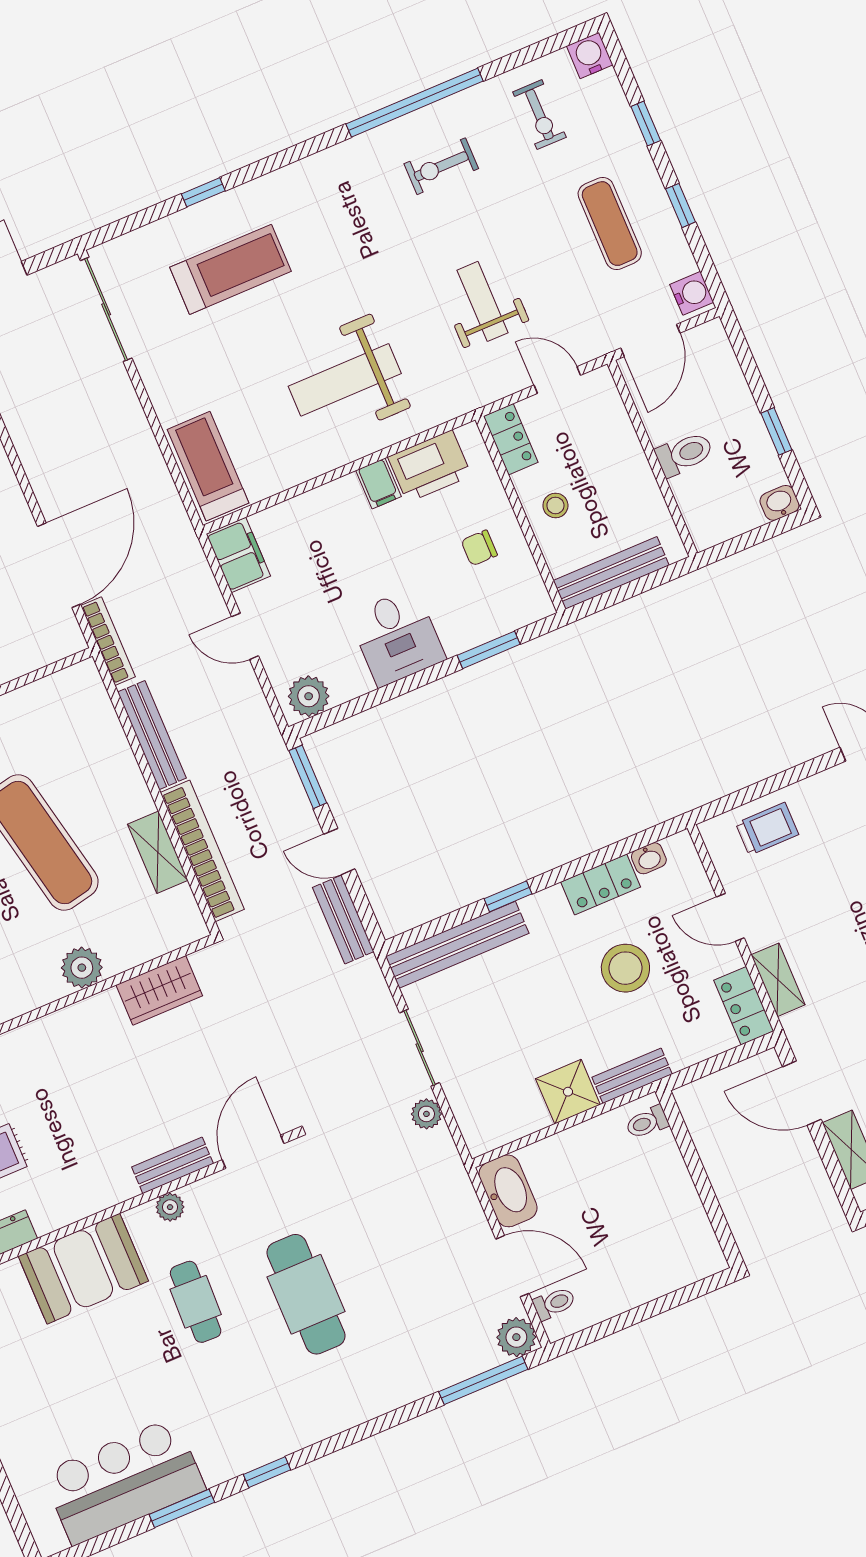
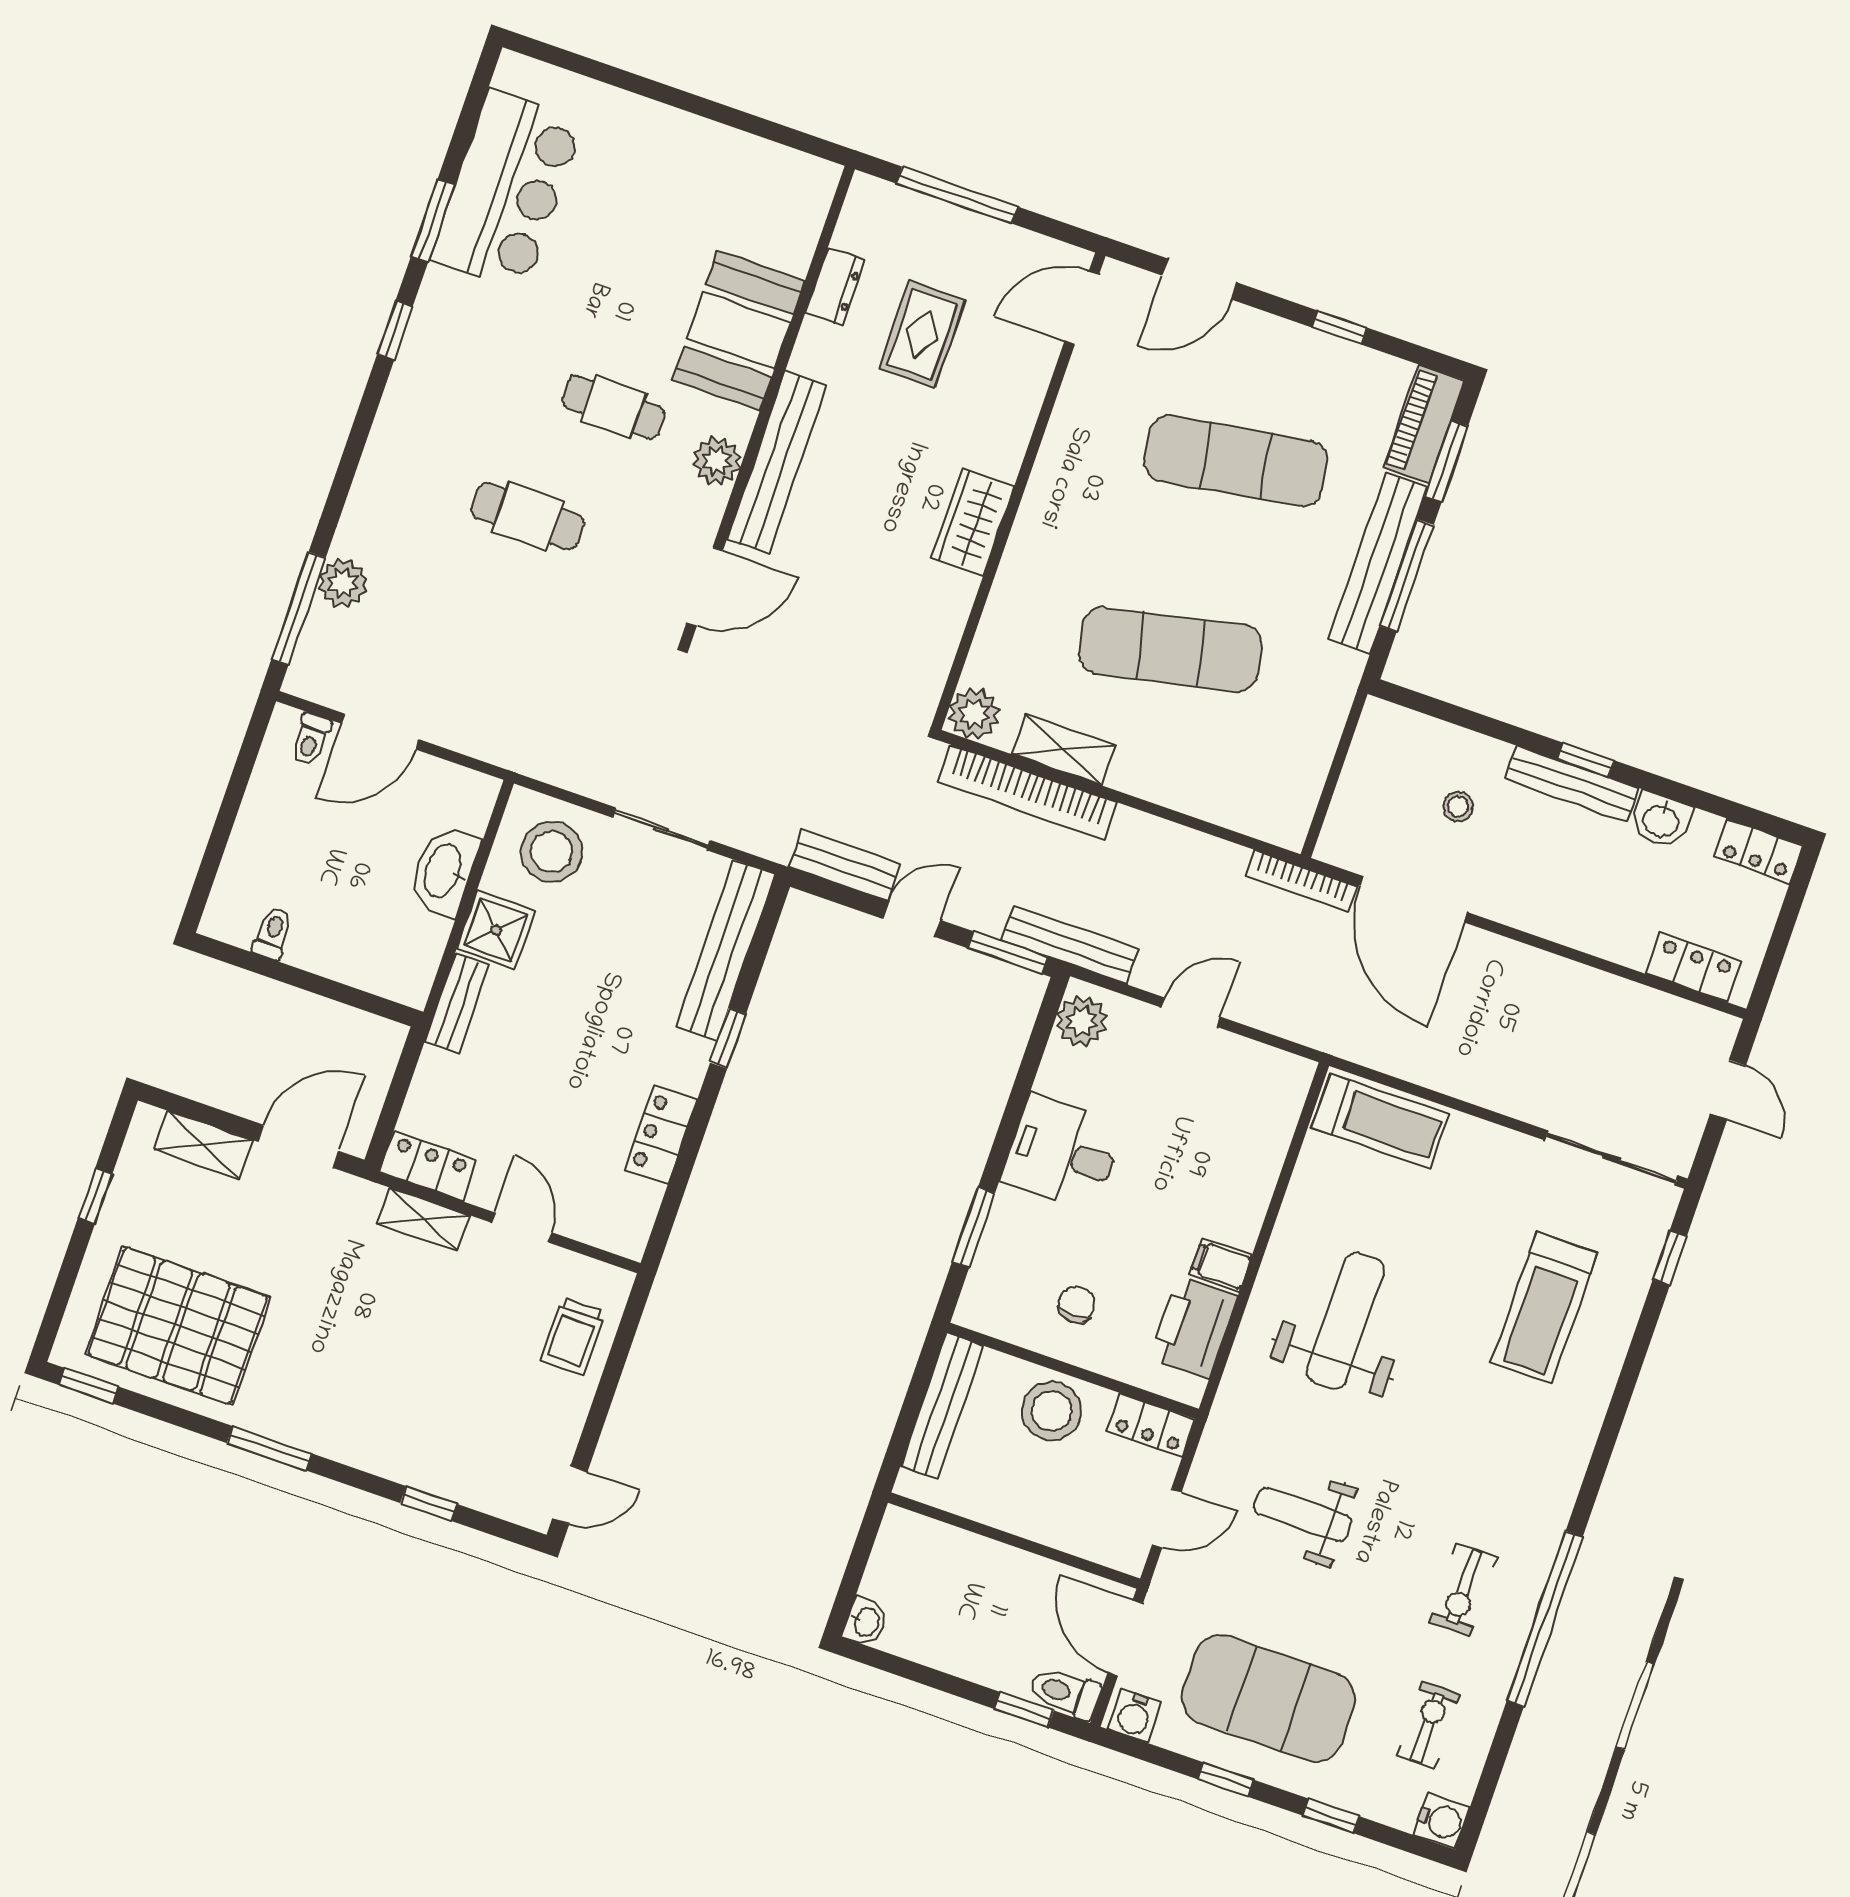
exercise bike: (539, 115) -> (1429, 1725), turned 90
exercise bike: (441, 166) -> (1463, 1590), turned 180
window: (203, 192) -> (1670, 1258), moved
exercise mat: (610, 224) -> (1268, 1698), width x2.00, depth x1.45
weight bench: (483, 301) -> (1303, 1515), turned 180
window: (776, 431) -> (1024, 1710), moved
toilet: (684, 454) -> (1065, 1693), moved, turned 90
stool: (555, 505) -> (1052, 1411), width x1.89, depth x1.89
filing cabinet: (238, 555) -> (1272, 1074), removed
bench: (152, 735) -> (1070, 945), moved
washbasin: (649, 858) -> (645, 1201), removed
door: (730, 917) -> (522, 1228), hinge flipped
plant: (82, 968) -> (974, 714), moved
stool: (625, 968) -> (552, 852), moved
wardrobe: (159, 990) -> (973, 522), moved
plant: (426, 1114) -> (594, 780), removed
toilet: (647, 1122) -> (273, 933), moved
door: (253, 1152) -> (705, 587), hinge flipped
bench: (173, 1165) -> (777, 462), width x1.86, depth x1.21
washbasin: (508, 1191) -> (444, 871), moved, turned 90
plant: (170, 1207) -> (717, 461), width x1.38, depth x1.38
cafe table: (306, 1294) -> (528, 516), width x0.73, depth x0.74
plant: (516, 1337) -> (343, 583), moved

